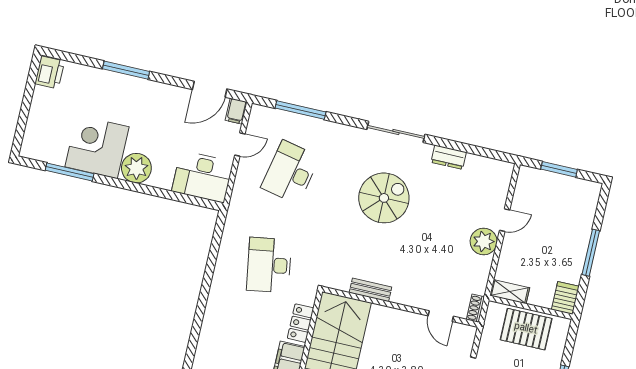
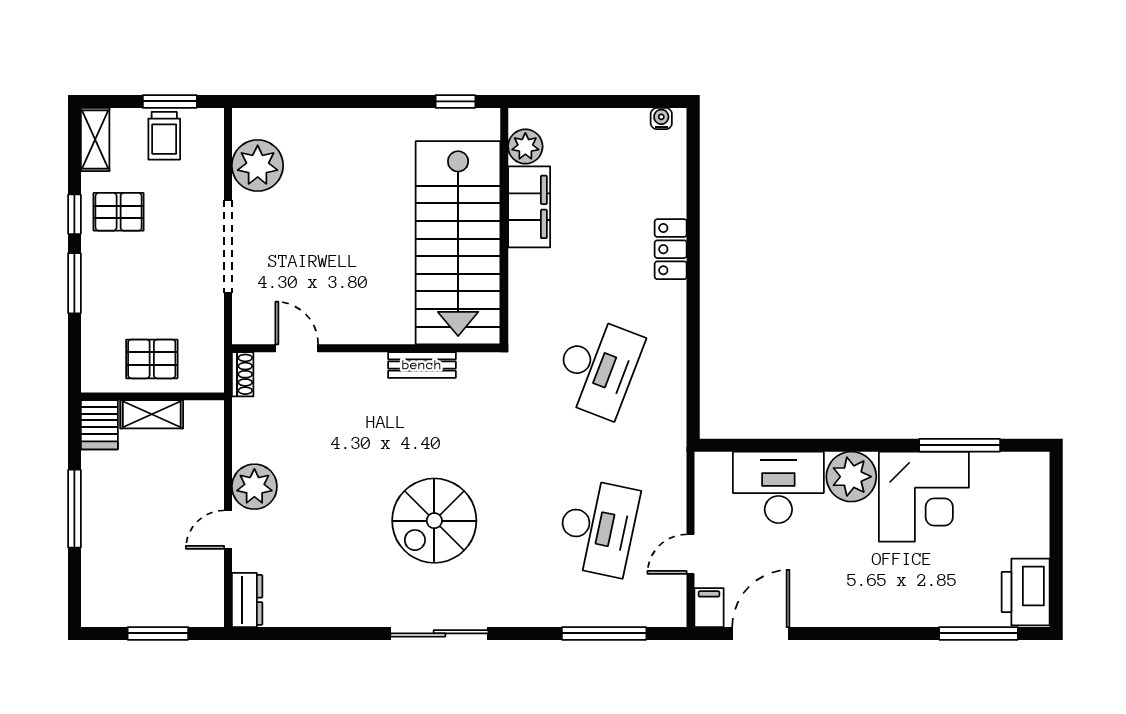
window: (126, 70) -> (979, 633), moved
printer: (50, 72) -> (1026, 592), width x1.37, depth x1.19
dresser: (449, 157) -> (247, 600), moved, turned 90
desk: (202, 177) -> (778, 487), moved
desk: (269, 265) -> (597, 367), turned 30
shelving: (510, 292) -> (152, 414), moved
locker: (300, 323) -> (671, 249), moved, turned 180
pallet: (526, 329) -> (152, 359), width x0.67, depth x0.71

